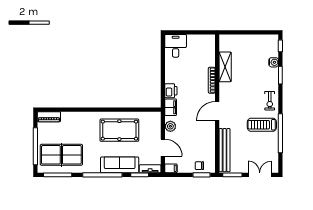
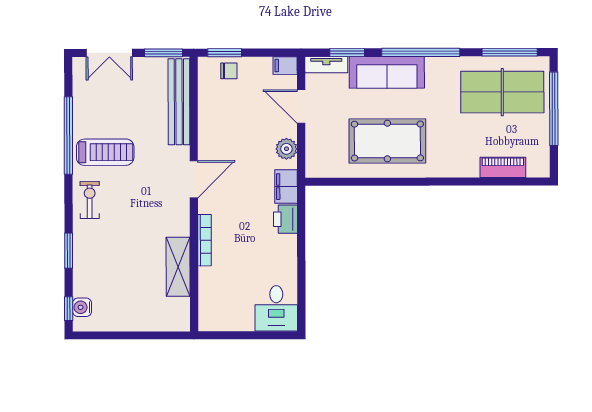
water cooler: (274, 62) -> (82, 307), moved
piano: (49, 117) -> (503, 167), moved

